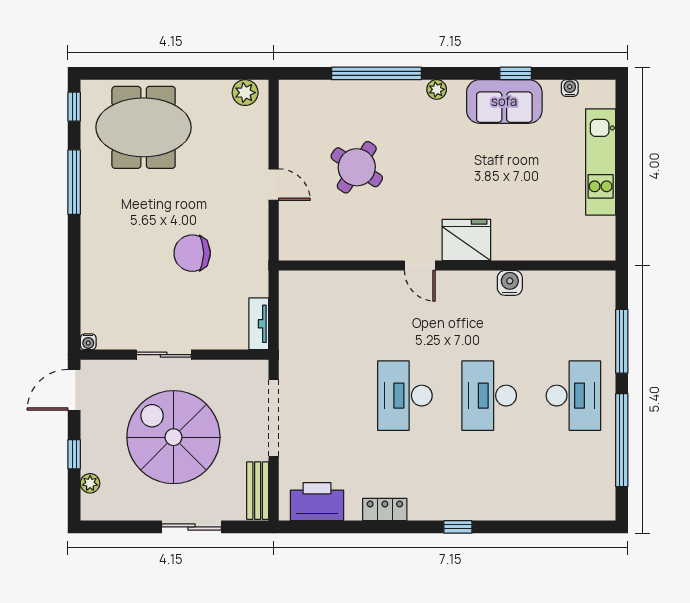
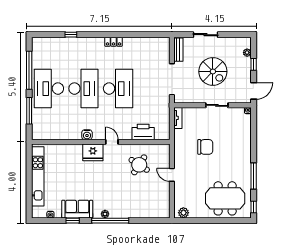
window: (377, 73) -> (110, 221), moved
kitchen unit: (601, 162) -> (38, 176), width x1.36
round table: (357, 167) -> (139, 165), moved
water cooler: (510, 283) -> (87, 135), moved
desk: (405, 396) -> (118, 89), width x1.36, depth x1.30
desk: (489, 396) -> (83, 89), width x1.36, depth x1.30
desk: (573, 396) -> (49, 89), width x1.36, depth x1.30
spiral stairs: (173, 437) -> (213, 71), width x0.73, depth x0.73
printer: (317, 502) -> (143, 132), moved, turned 180
locker: (385, 510) -> (114, 42), moved
window: (458, 527) -> (71, 35), moved

